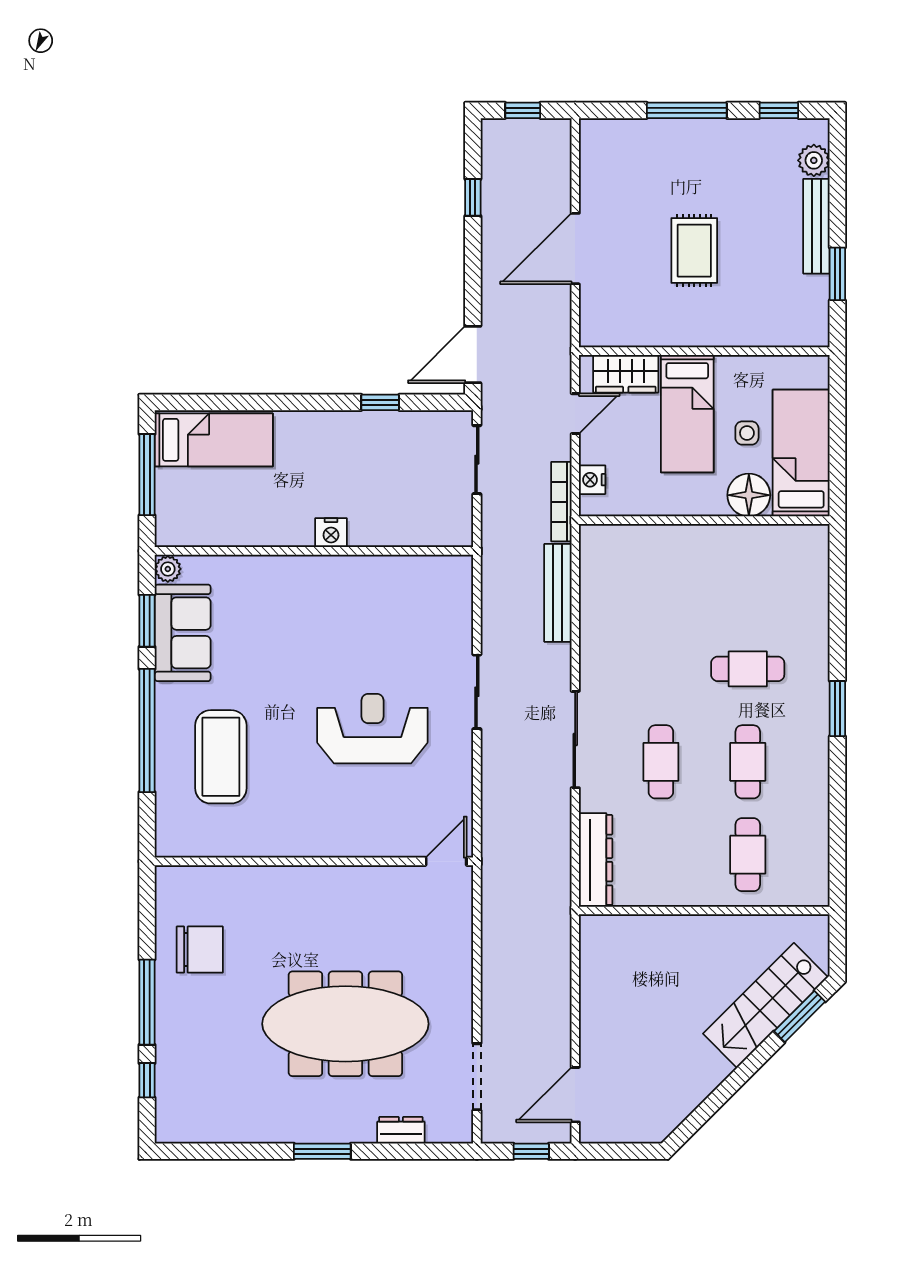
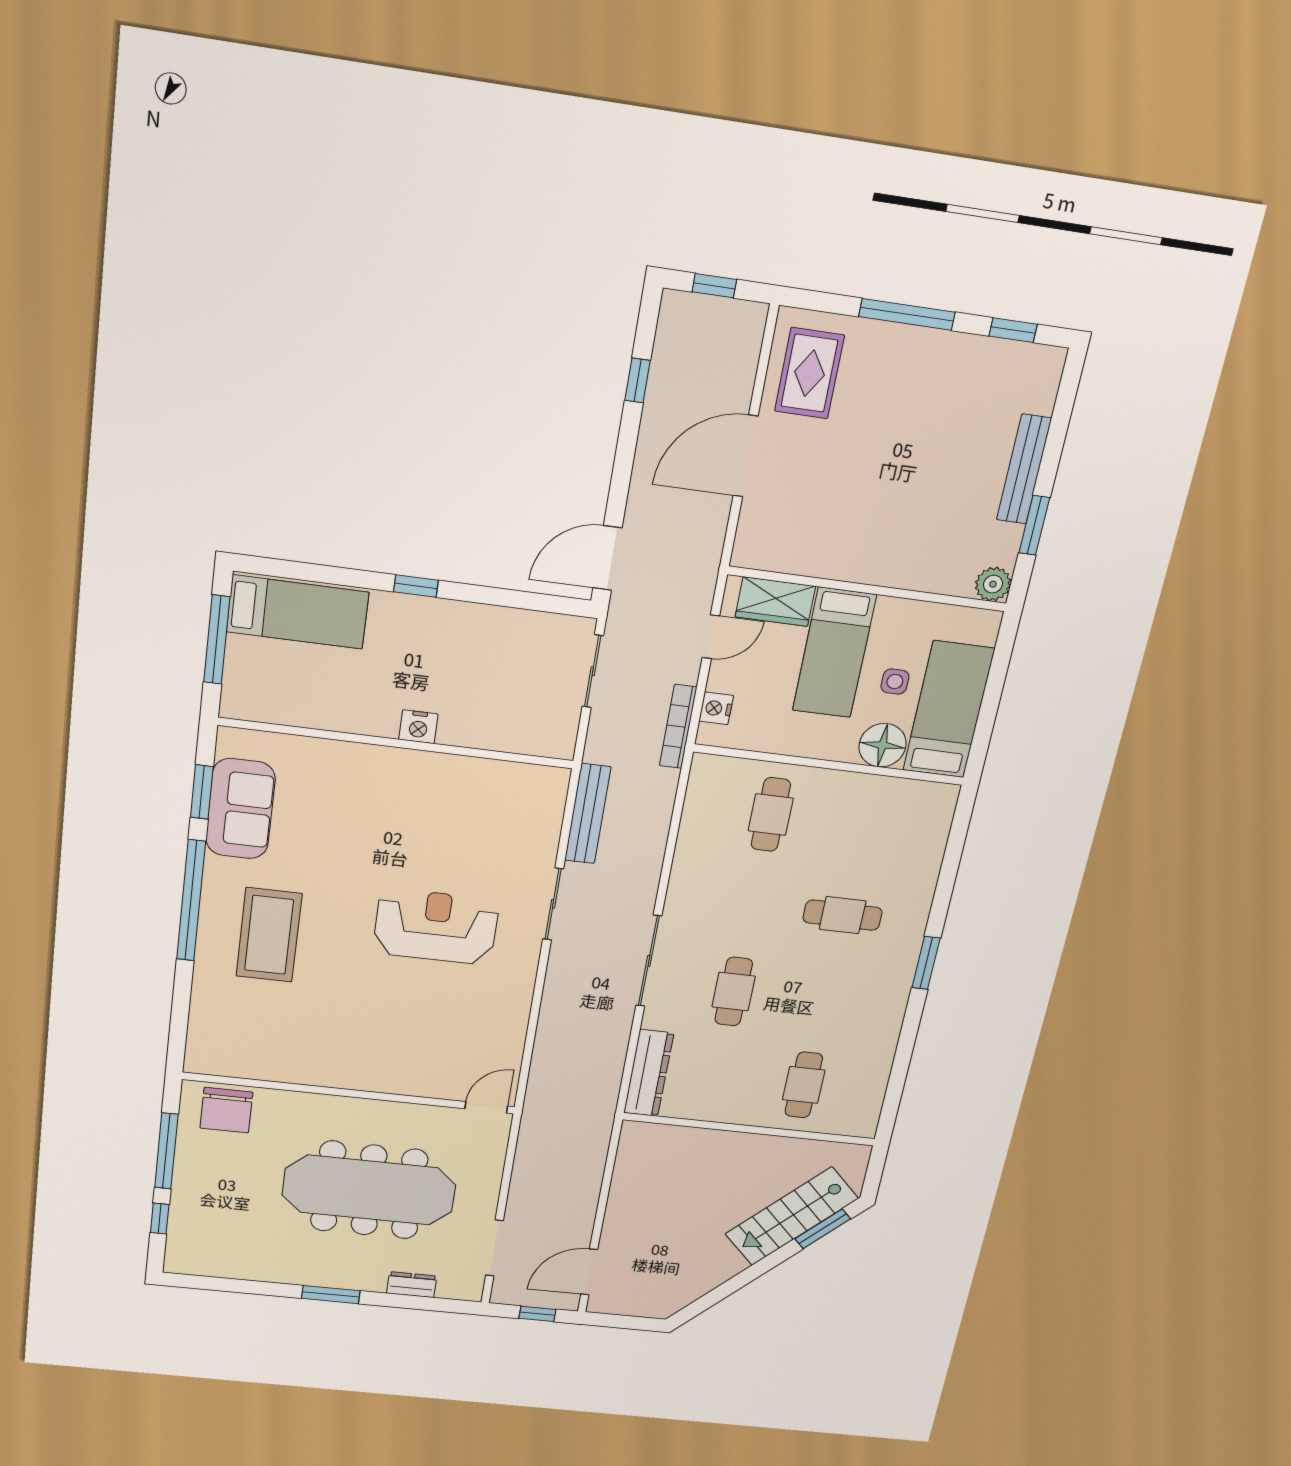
plant: (814, 160) -> (993, 584), moved
rug: (694, 251) -> (809, 373), moved
window: (380, 402) -> (416, 586), moved
plant: (168, 569) -> (230, 742), removed
bench: (558, 593) -> (588, 814), moved
cafe table: (748, 762) -> (771, 815), moved
wall: (314, 861) -> (350, 1093), moved
door: (446, 861) -> (486, 1107), moved
chair: (200, 950) -> (226, 1110), turned 90

